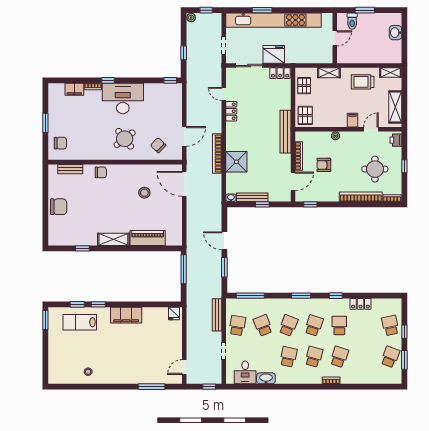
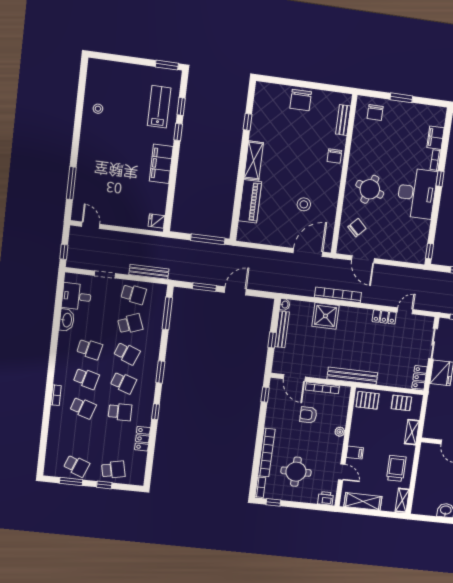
round table: (125, 139) -> (370, 189), turned -33
armchair: (324, 165) -> (308, 415), turned -90
window: (404, 166) -> (273, 502), moved

